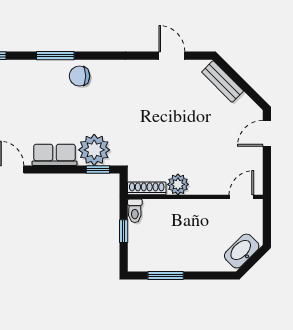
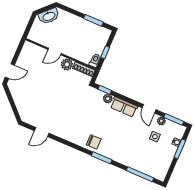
door: (172, 56) -> (42, 132), hinge flipped
bench: (223, 82) -> (21, 108), removed
plant: (94, 150) -> (108, 99), width x0.53, depth x0.53
door: (241, 197) -> (55, 52), moved

